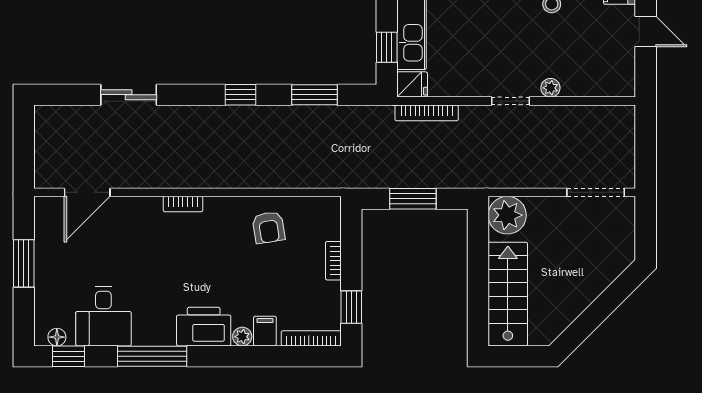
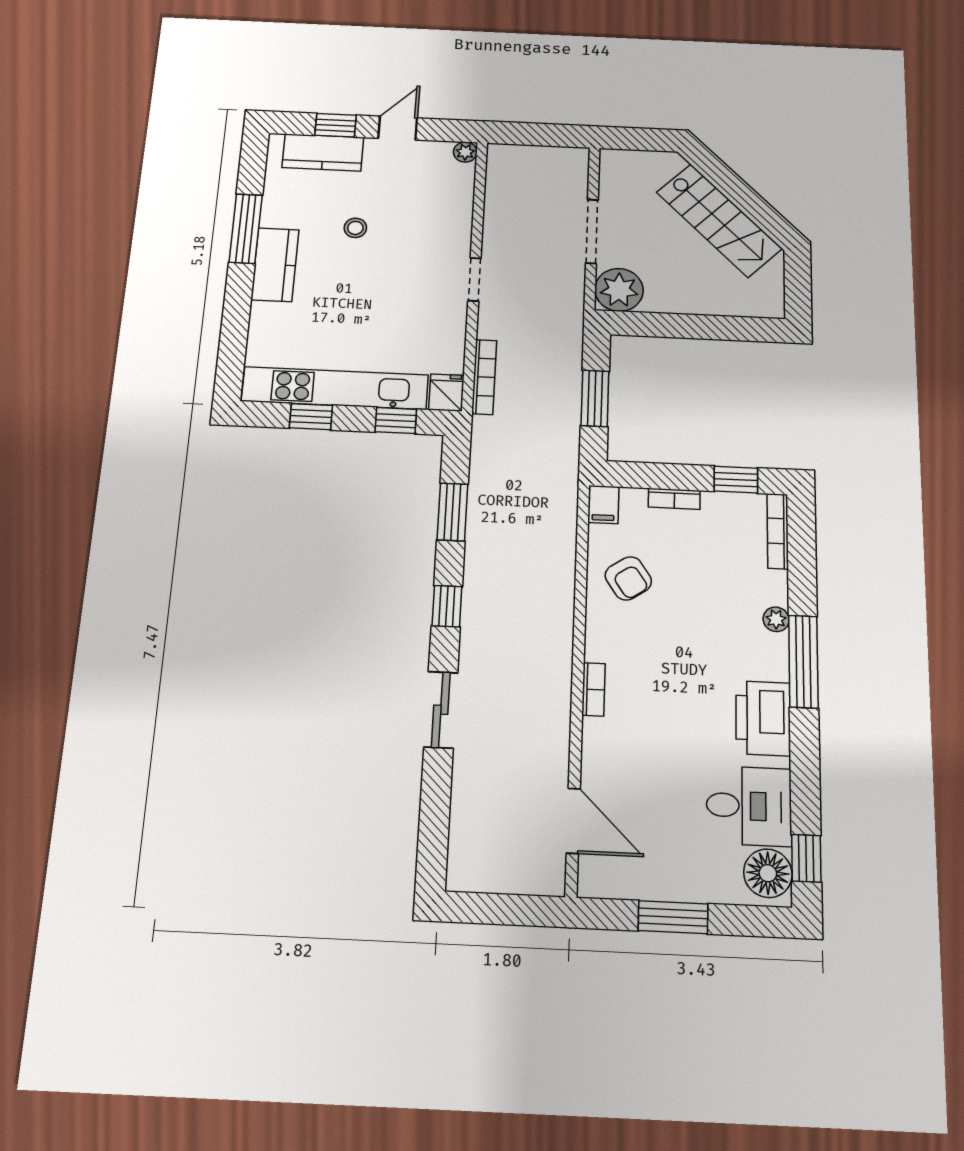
plant: (550, 88) -> (465, 152), moved
sliding door: (129, 95) -> (441, 710), moved
doorway: (596, 192) -> (592, 231), moved
armchair: (269, 227) -> (628, 578), turned 65
stairs: (508, 294) -> (719, 220), moved, turned -135
printer: (204, 327) -> (763, 718), moved
filing cabinet: (265, 331) -> (603, 505), moved, turned -90
floor lamp: (57, 337) -> (768, 873), width x1.89, depth x1.89
window: (152, 356) -> (803, 661), moved

